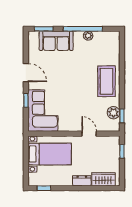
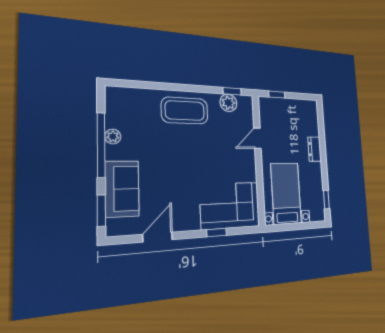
door: (26, 73) -> (158, 237), moved
wardrobe: (104, 179) -> (311, 121), removed

